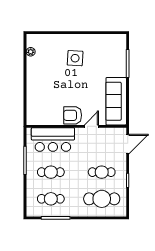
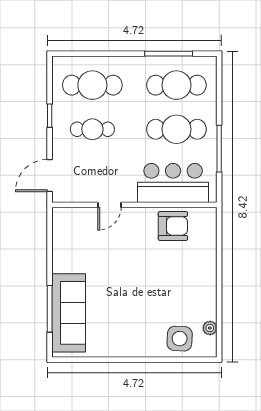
side table: (75, 58) -> (180, 339), moved
sofa: (116, 101) -> (69, 313), moved
armchair: (73, 115) -> (173, 226), moved
cafe table: (51, 172) -> (176, 129), width x1.37, depth x1.35
cafe table: (51, 199) -> (176, 85), width x1.37, depth x1.35

